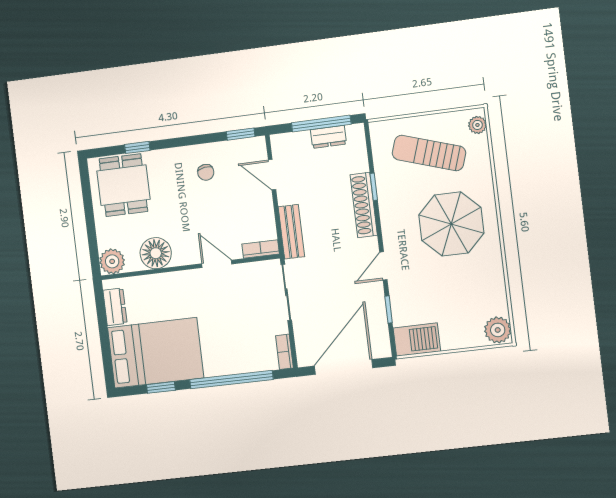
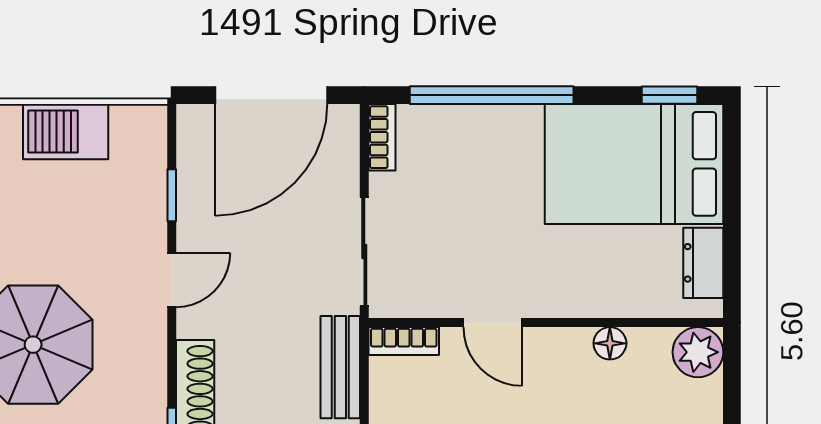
floor lamp: (156, 253) -> (610, 343), width x0.53, depth x0.53
barbecue: (417, 340) -> (66, 132), moved
window: (161, 387) -> (669, 95), moved

